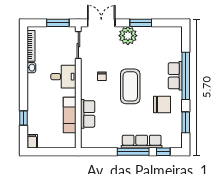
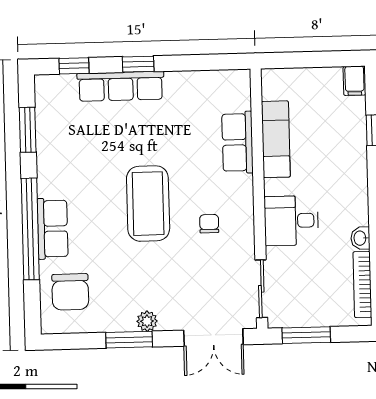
plant: (128, 36) -> (147, 321), width x0.53, depth x0.53
chair: (162, 105) -> (70, 292), moved, turned -90
window: (133, 152) -> (138, 64), width x0.46

